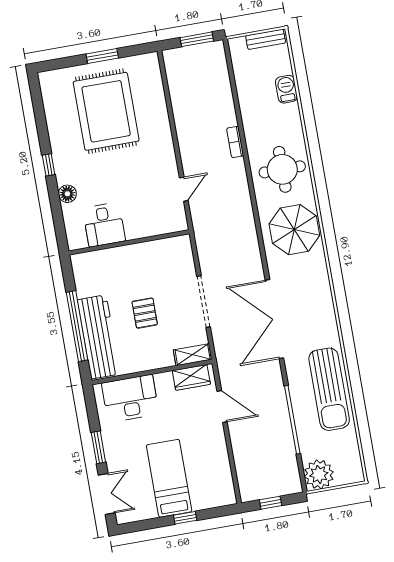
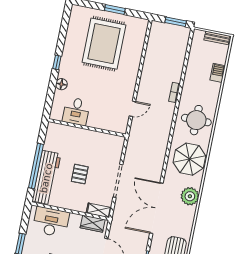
plant: (316, 283) -> (190, 196), added

